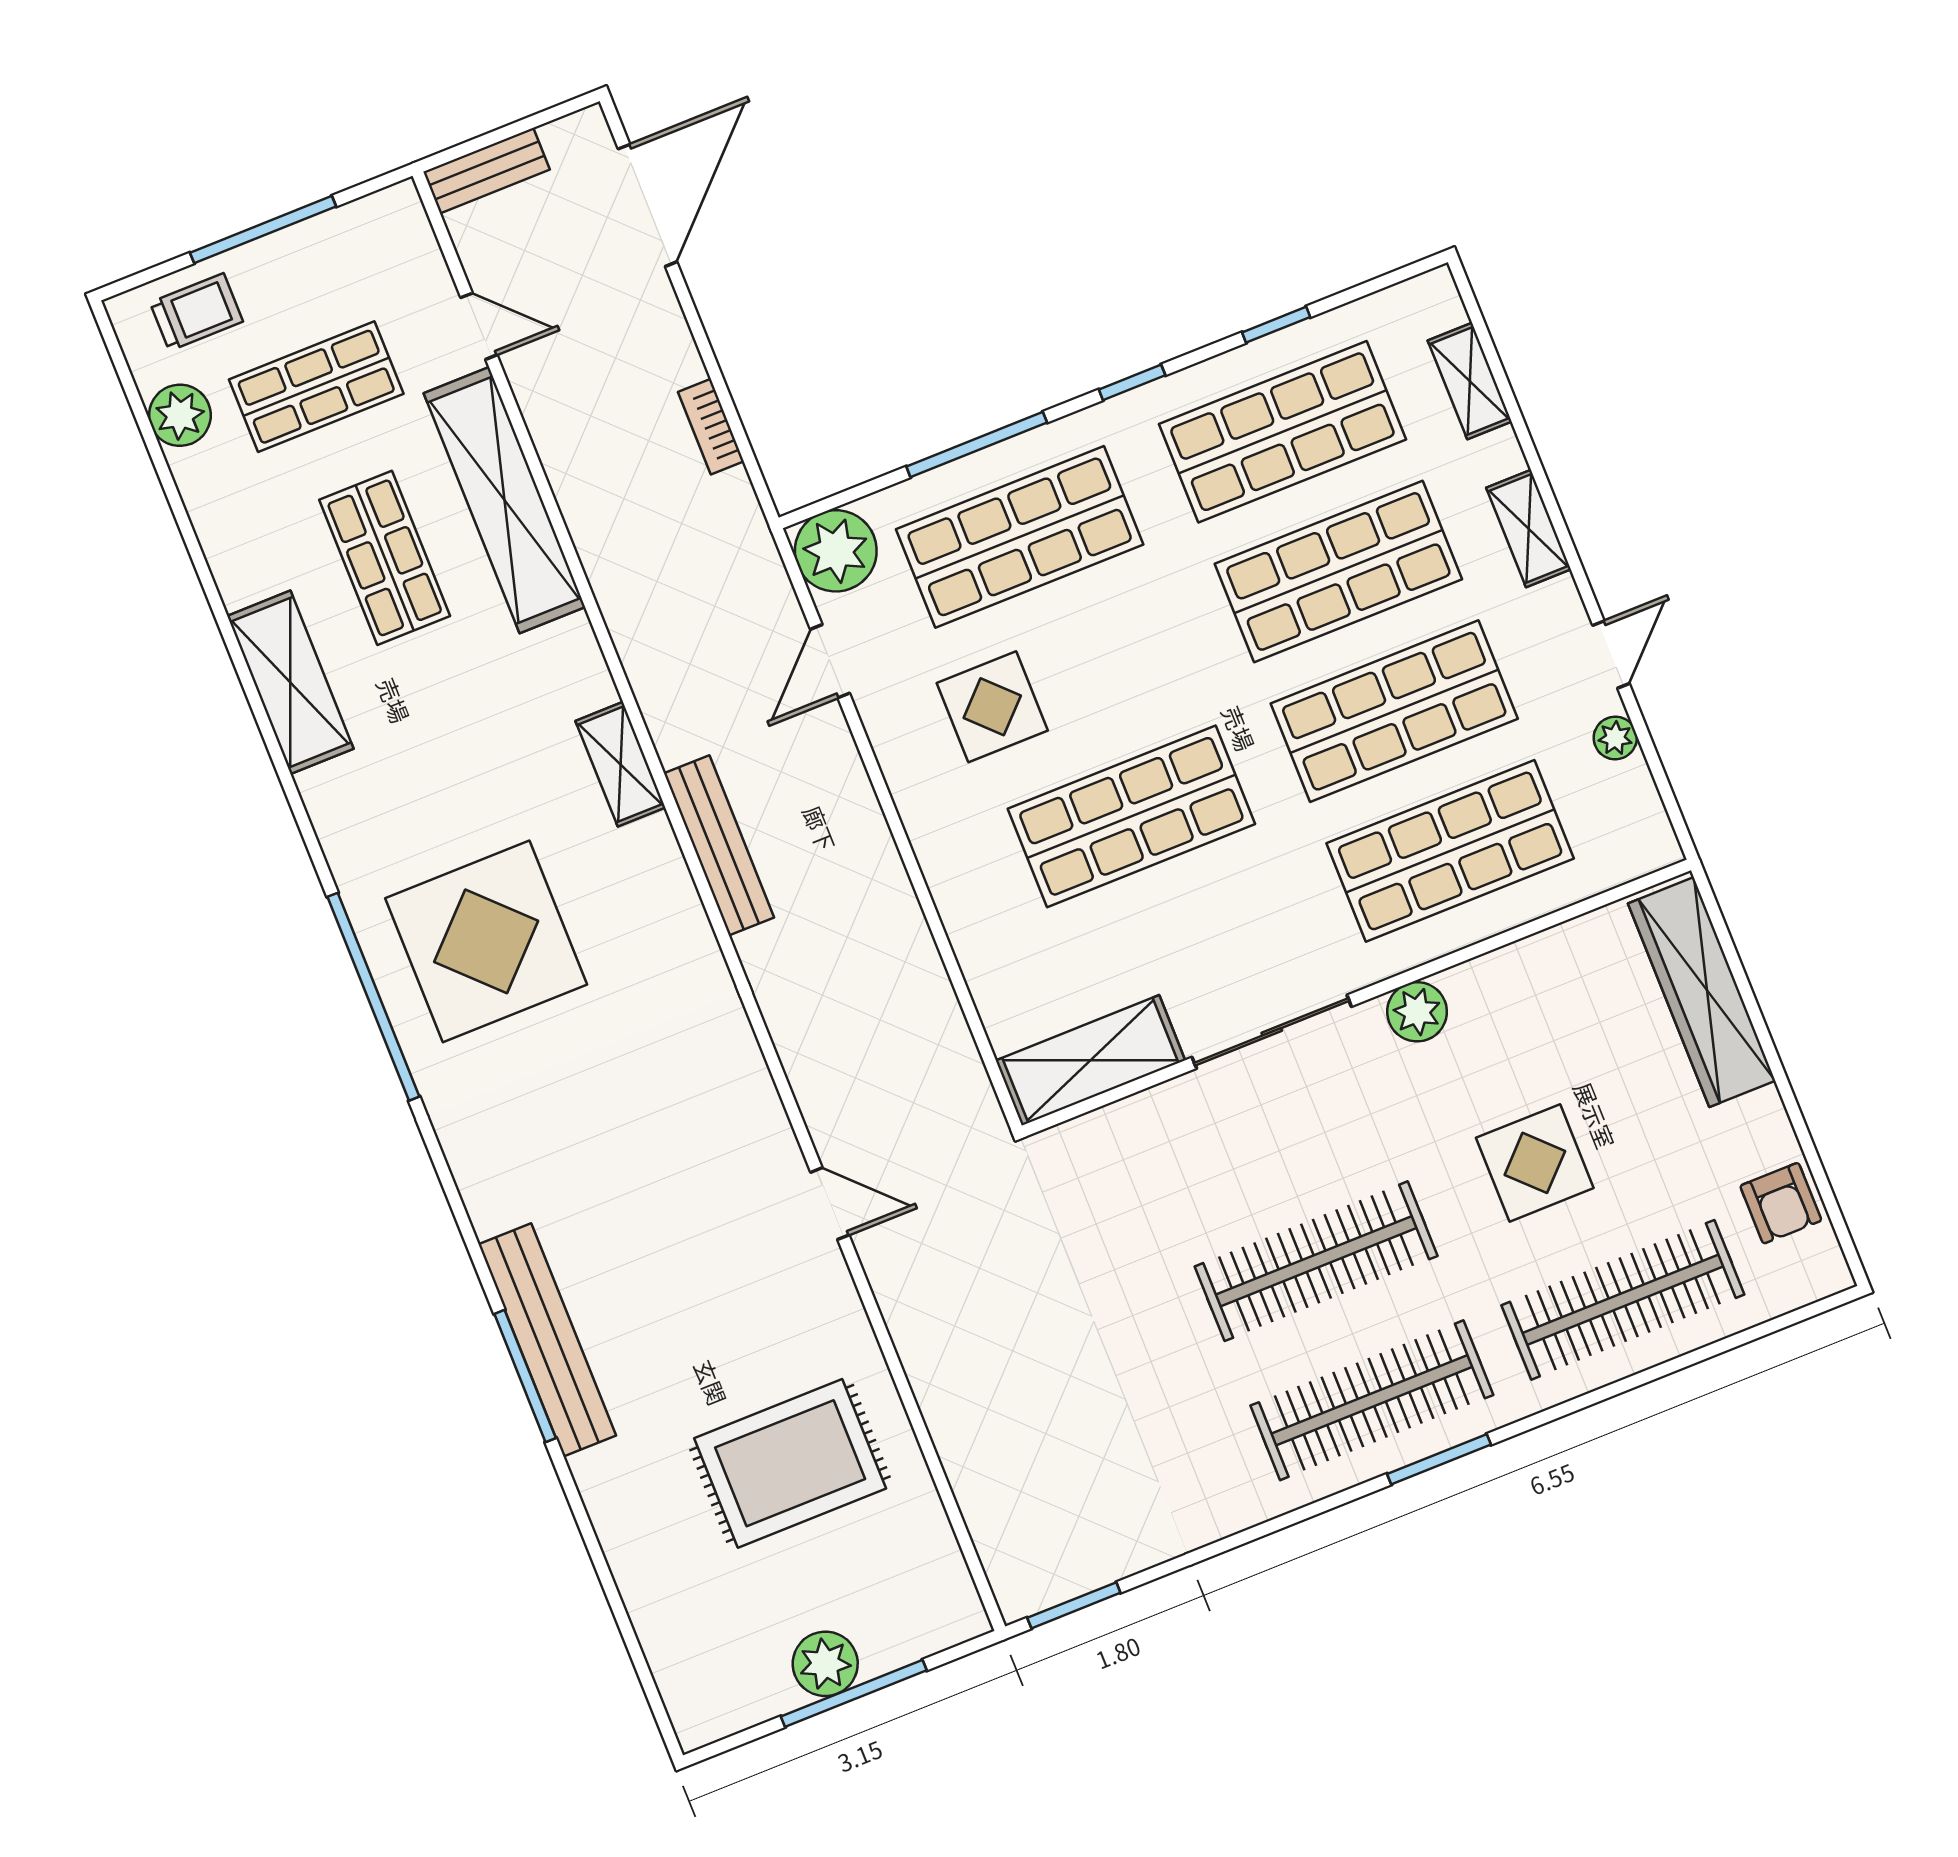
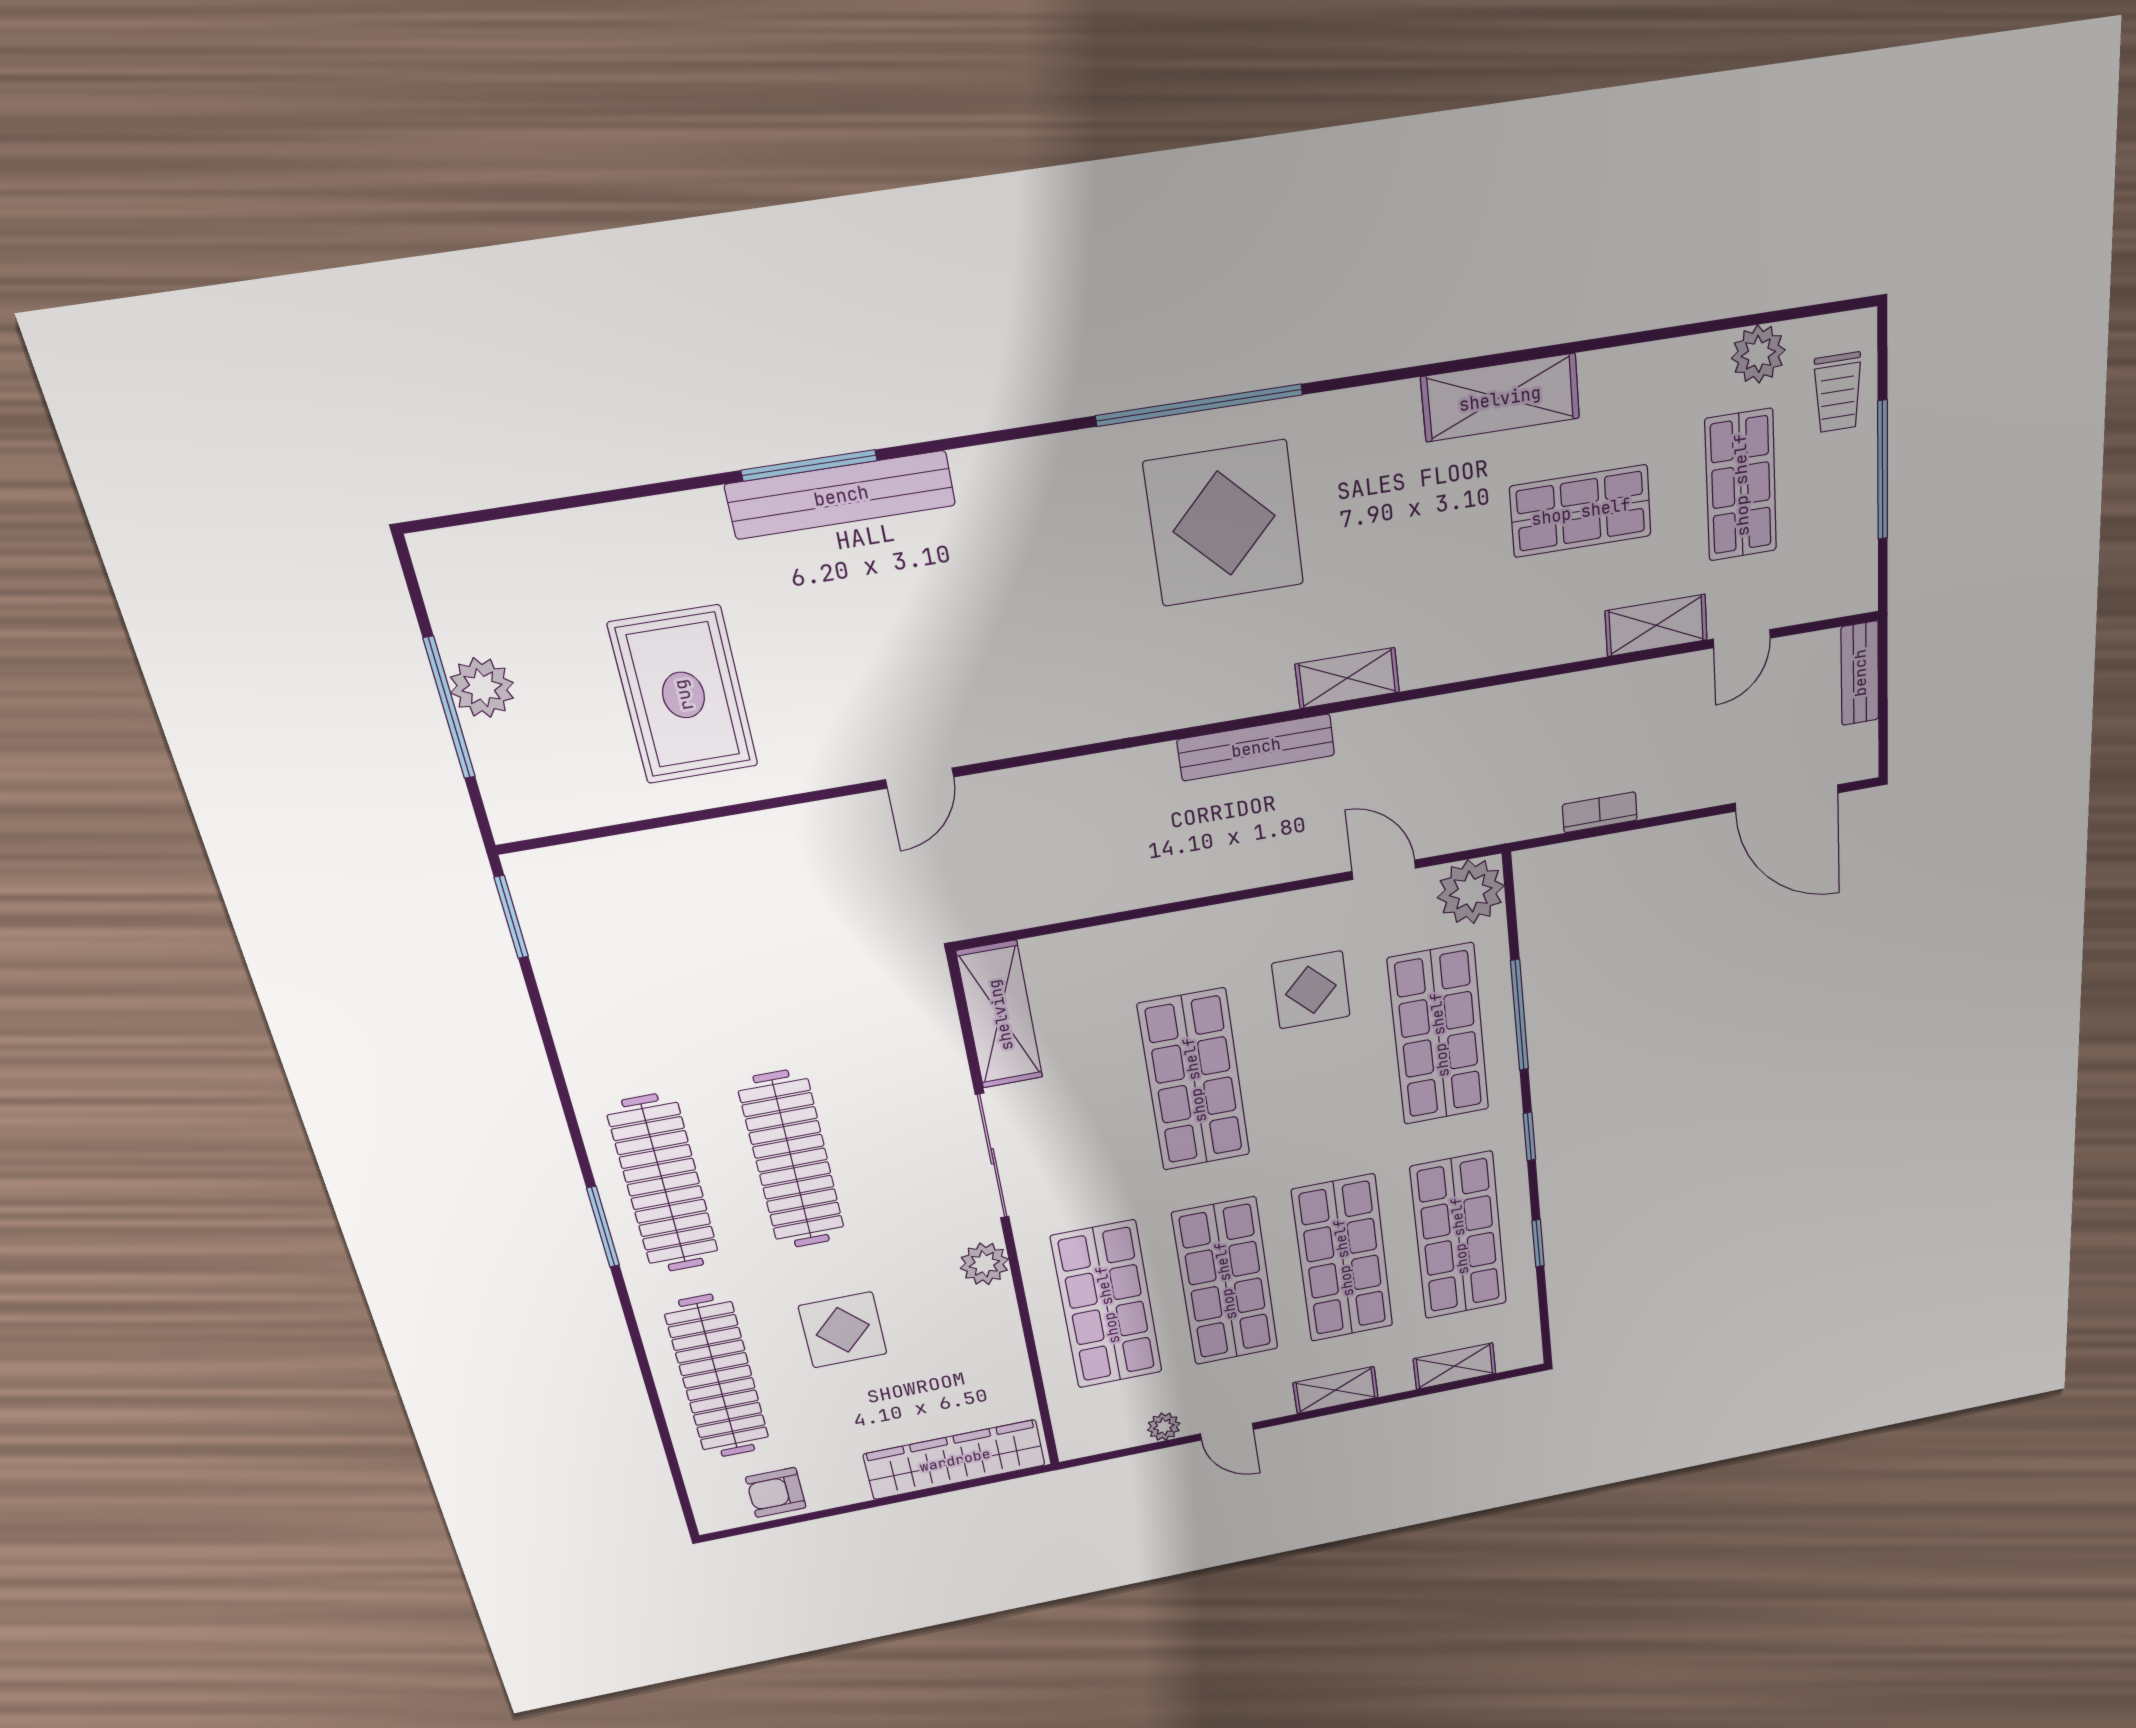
shelving: (504, 500) -> (1656, 625), width x0.45, depth x0.75

